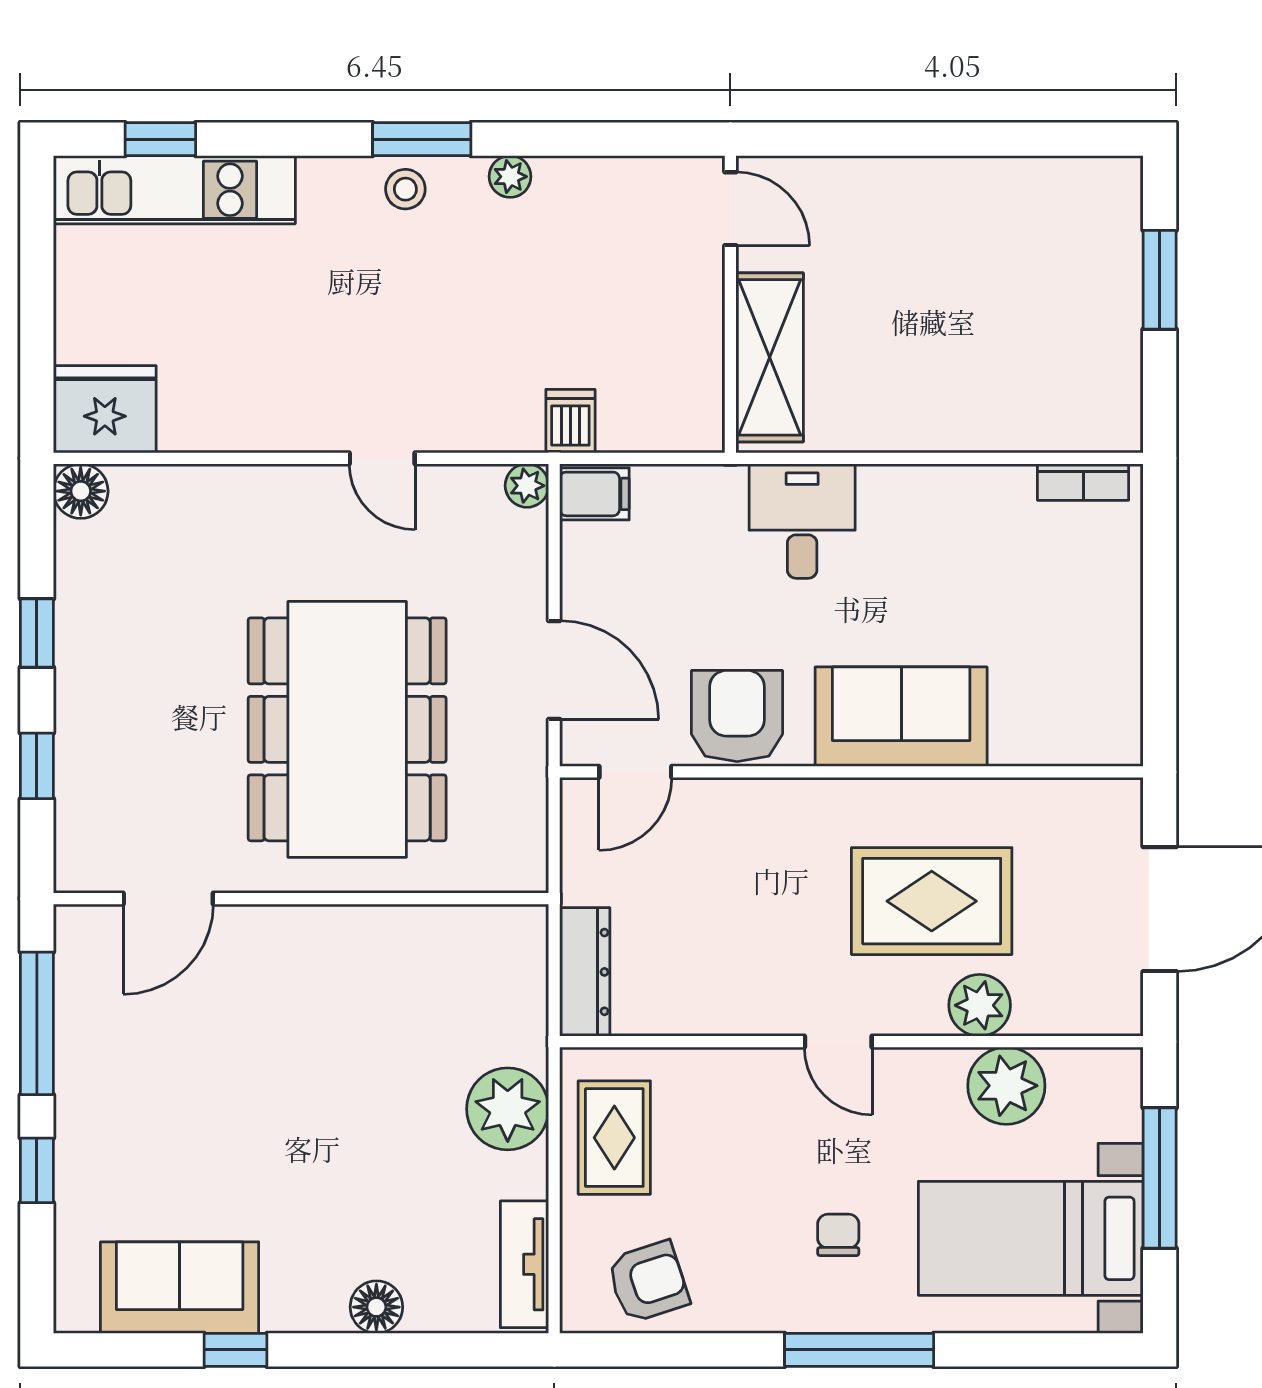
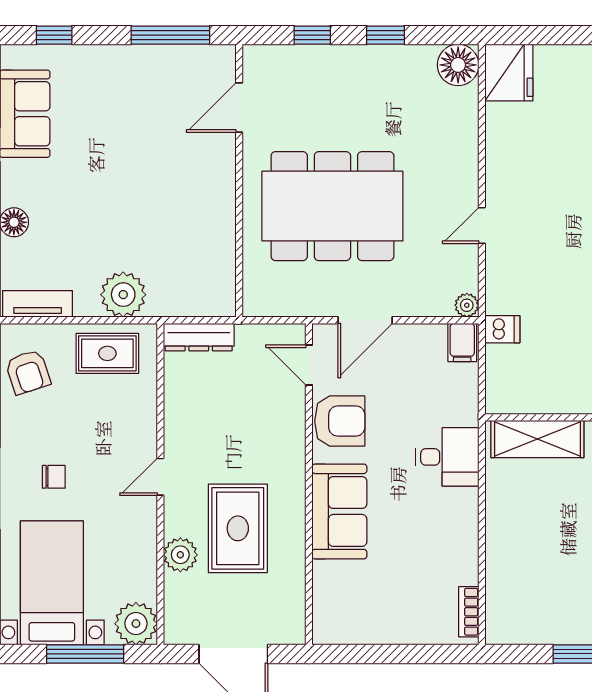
floor lamp: (81, 491) -> (458, 65), width x1.38, depth x1.38
door: (168, 899) -> (239, 107), hinge flipped
plant: (1006, 1086) -> (136, 624), moved
window: (37, 1170) -> (54, 35), moved

